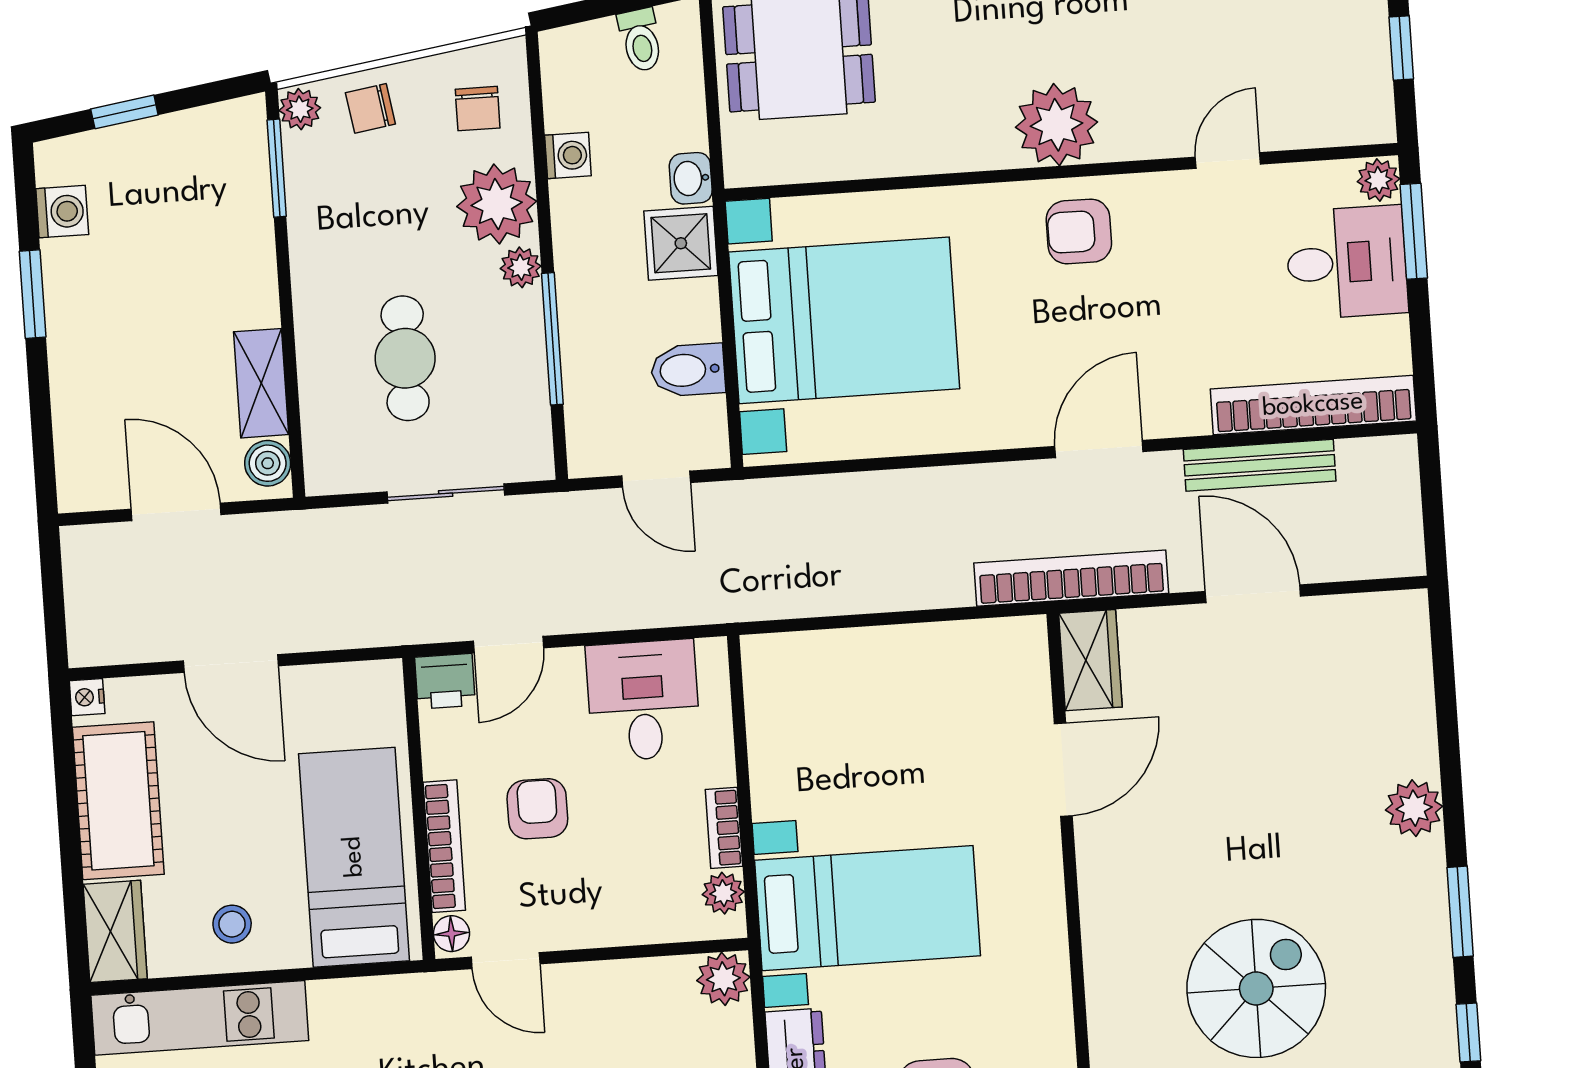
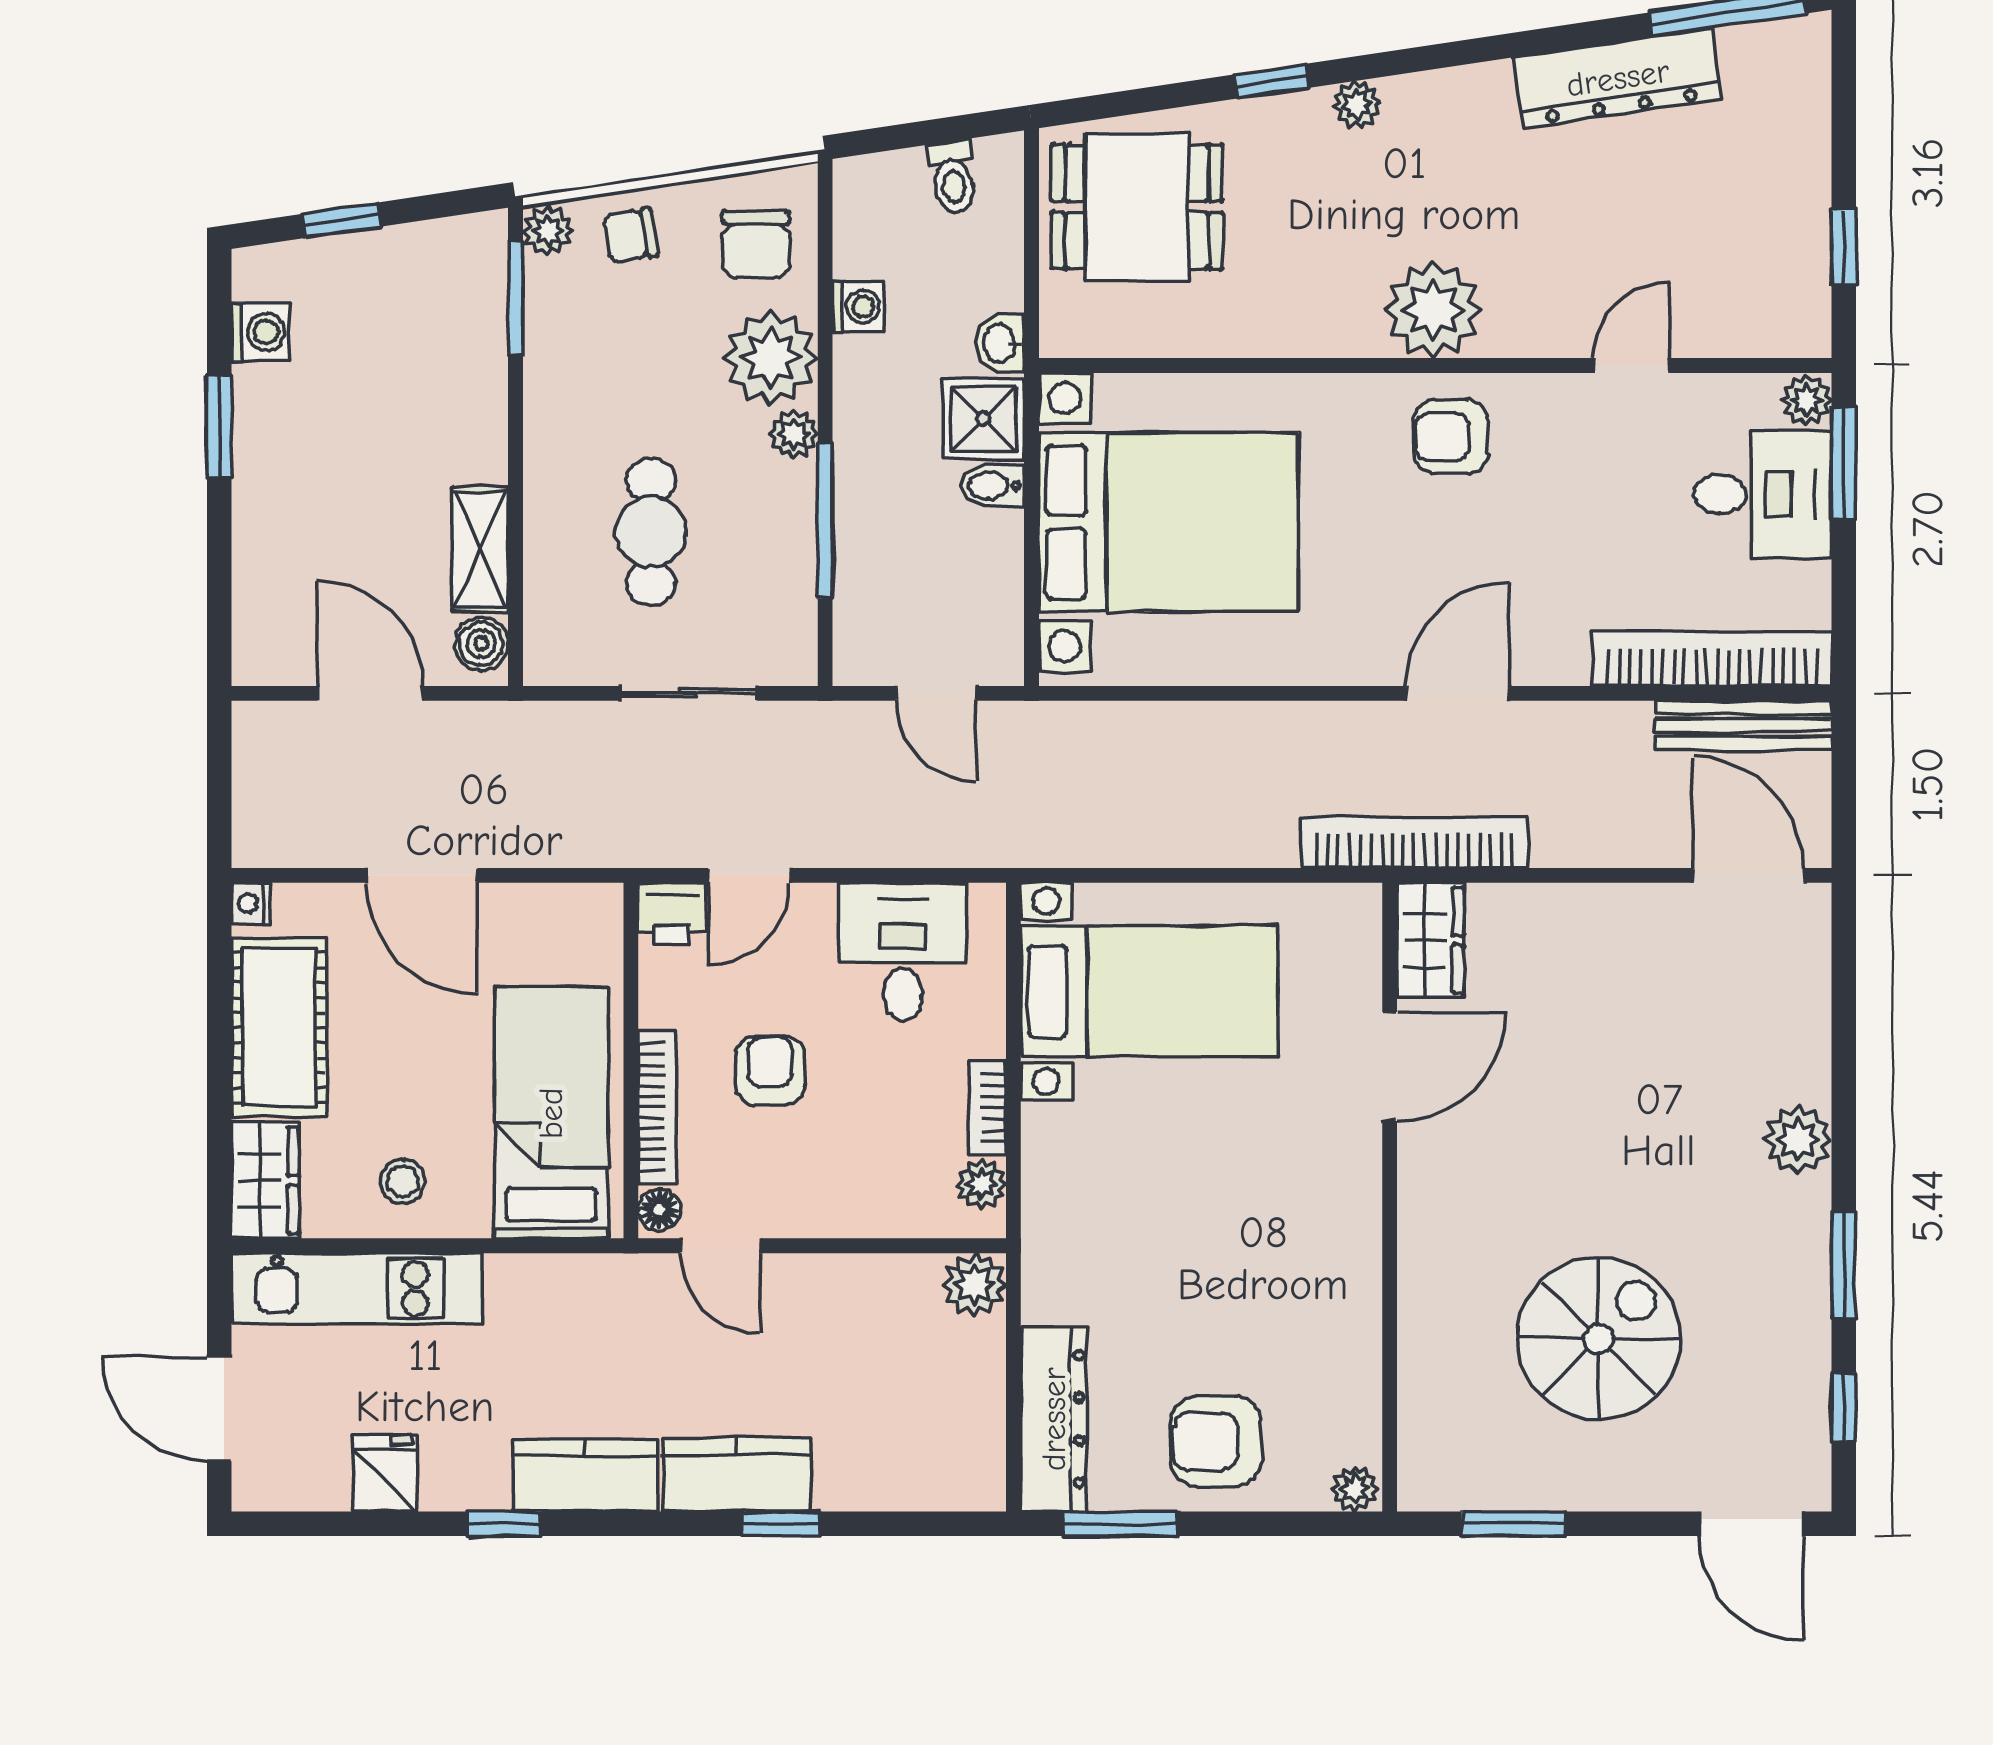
chair: (478, 109) -> (756, 244), width x1.37, depth x1.37
bidet: (688, 370) -> (993, 486), moved, width x0.72, depth x0.74
bench: (1260, 465) -> (1743, 725), moved
door: (1253, 594) -> (1748, 875), moved
bed with nightstands: (867, 908) -> (1149, 991), moved

